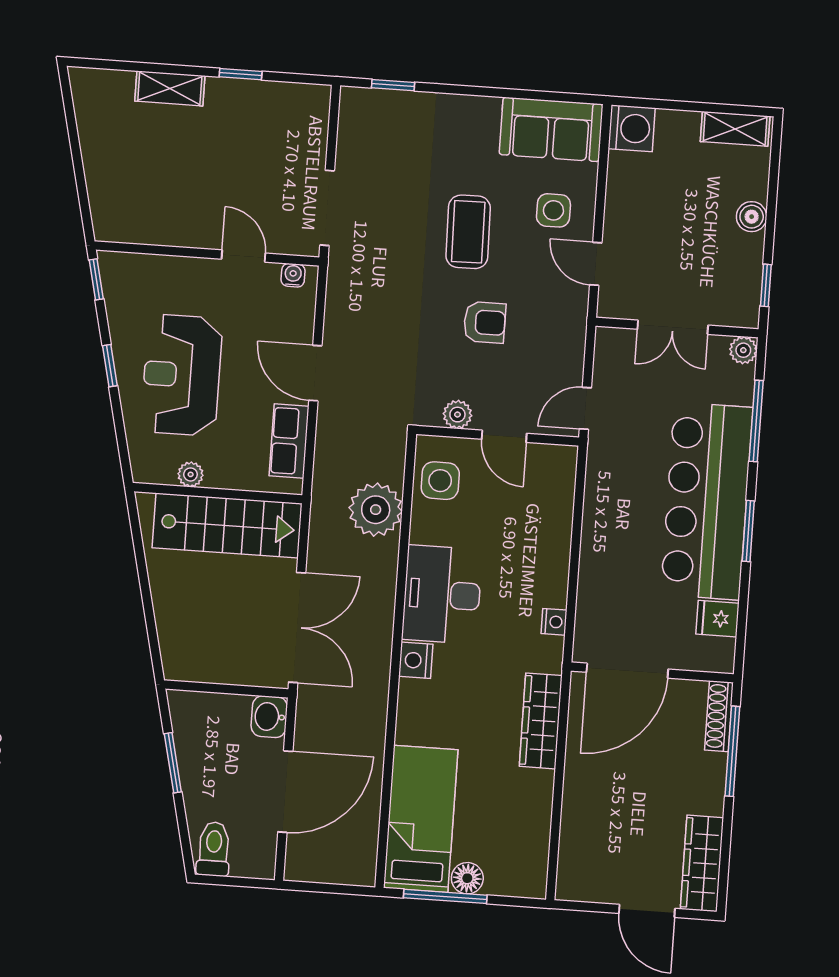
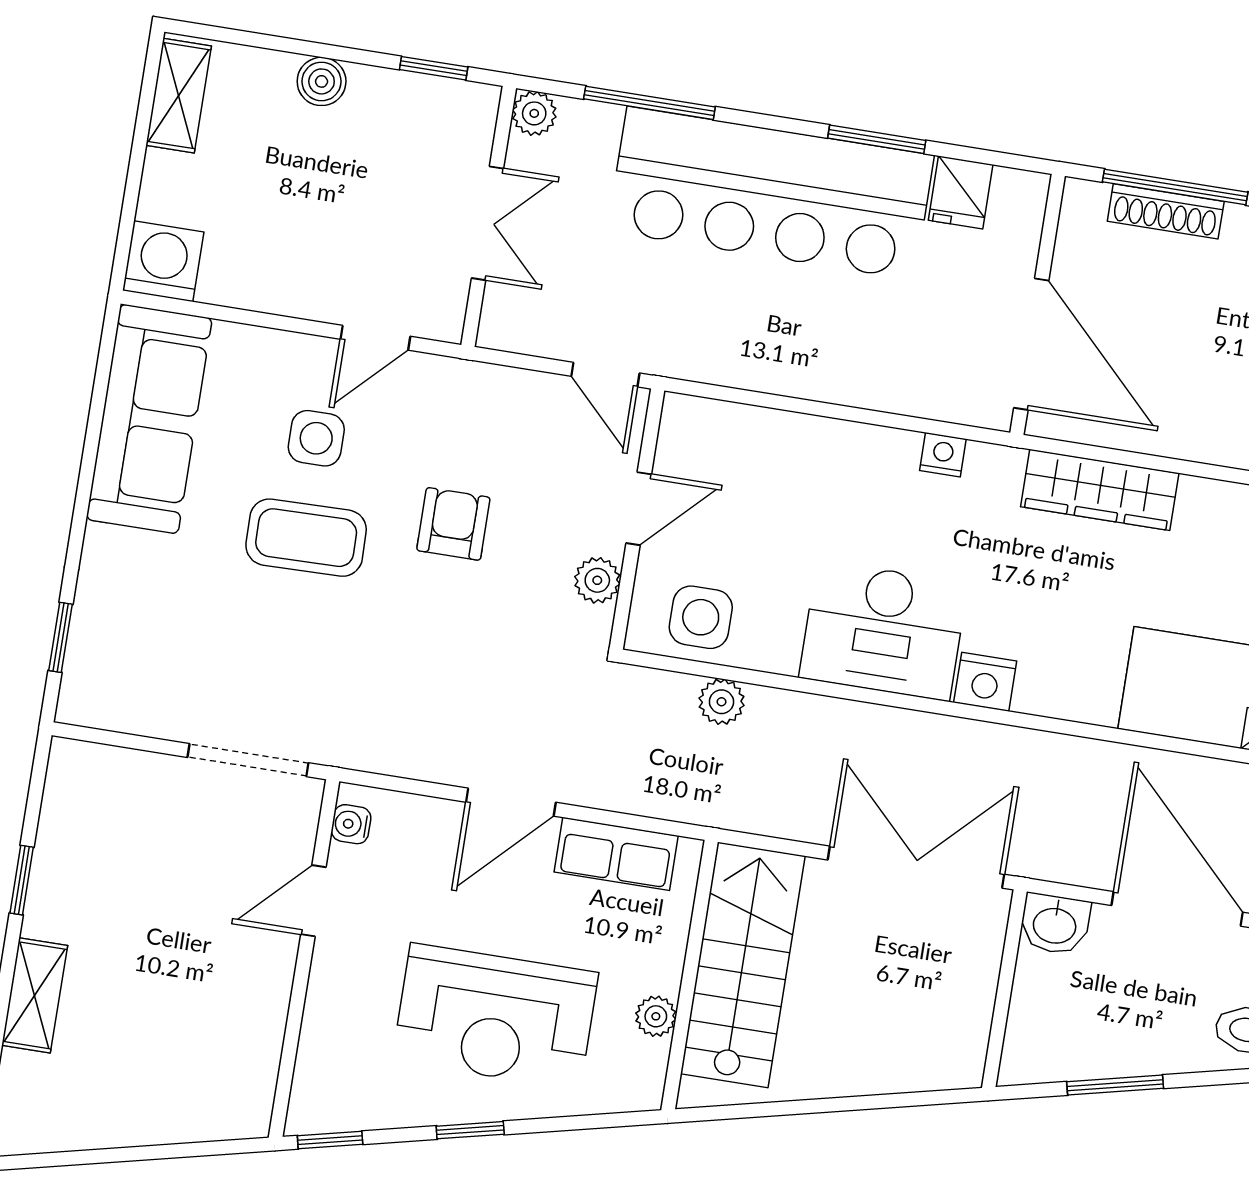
sofa: (551, 129) -> (149, 419), width x1.36
side table: (553, 210) -> (316, 438), moved
plant: (376, 510) -> (722, 702), width x0.53, depth x0.53
window: (748, 531) -> (877, 139), moved
shoe rack: (719, 716) -> (1166, 211), moved

